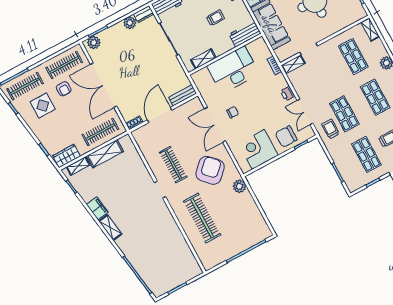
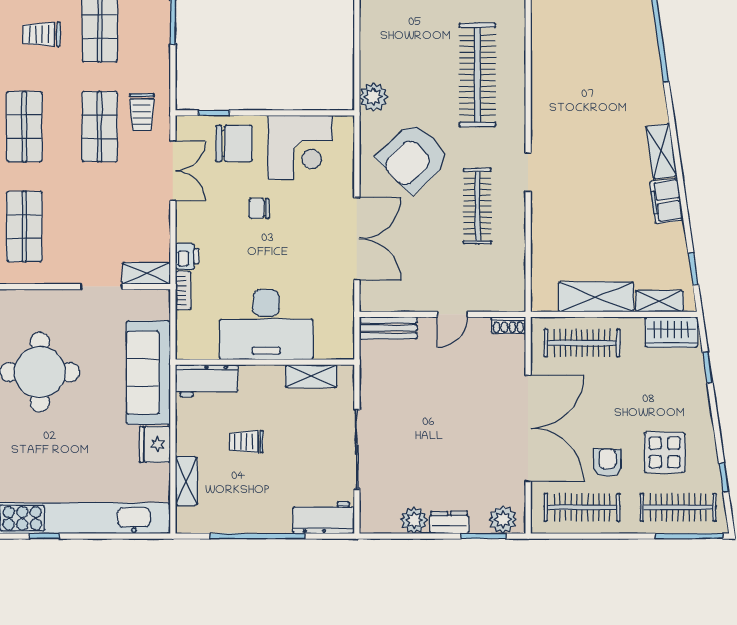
dresser: (144, 14) -> (449, 522), moved
printer: (288, 94) -> (187, 256), moved
chair: (233, 112) -> (259, 208), moved
door: (160, 115) -> (452, 314), width x0.53

